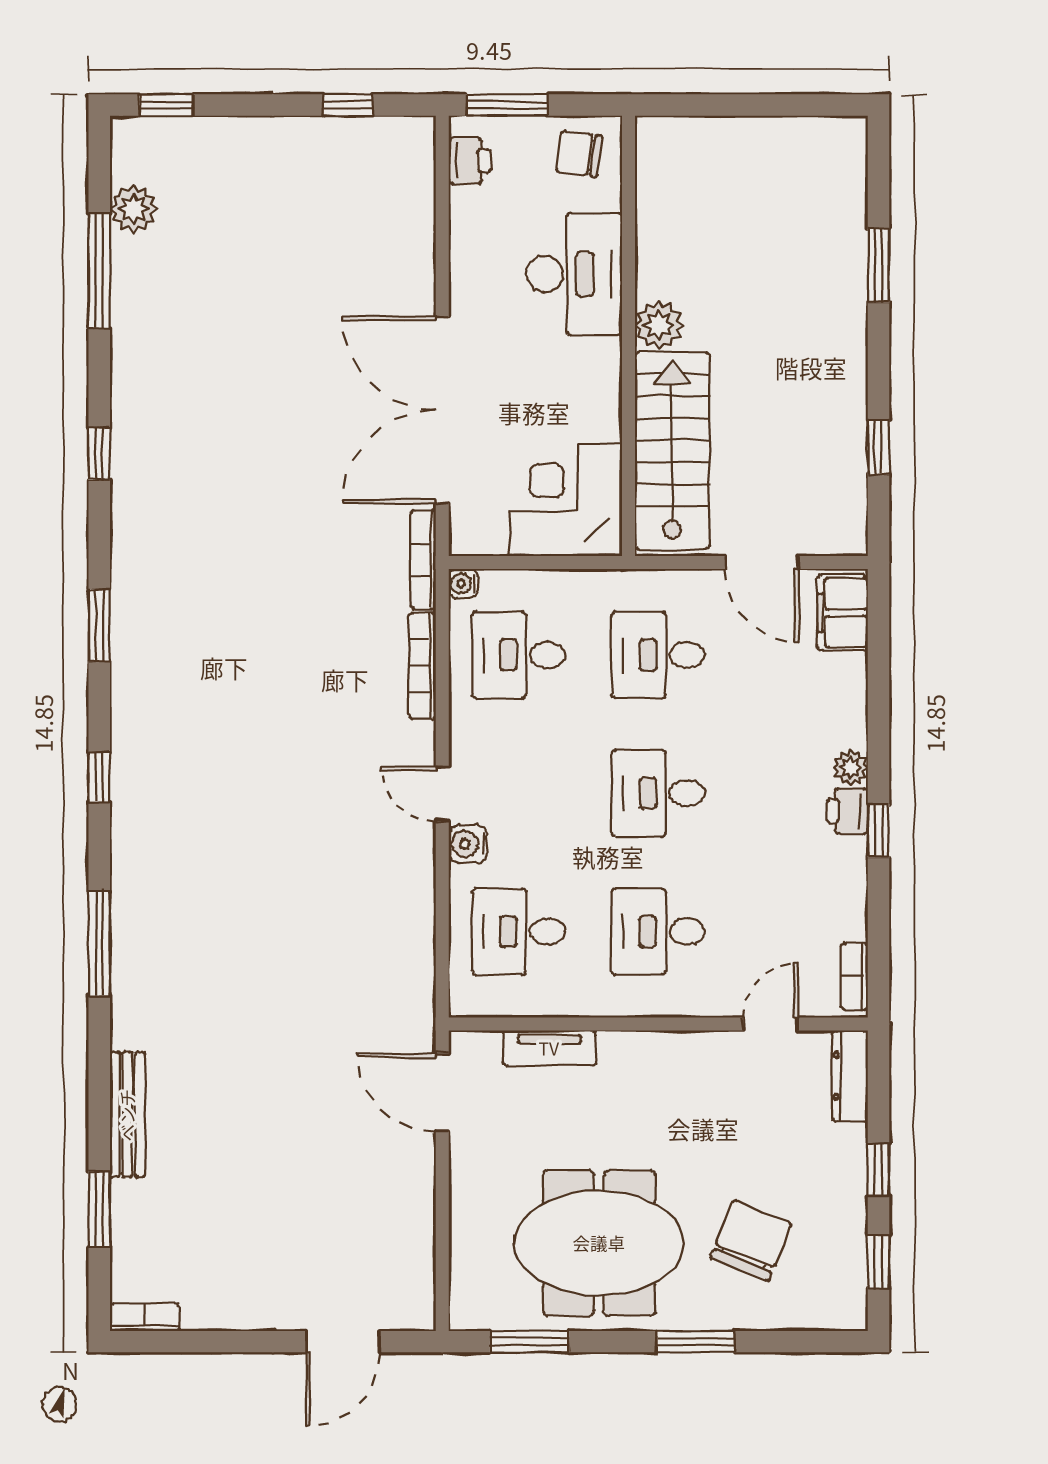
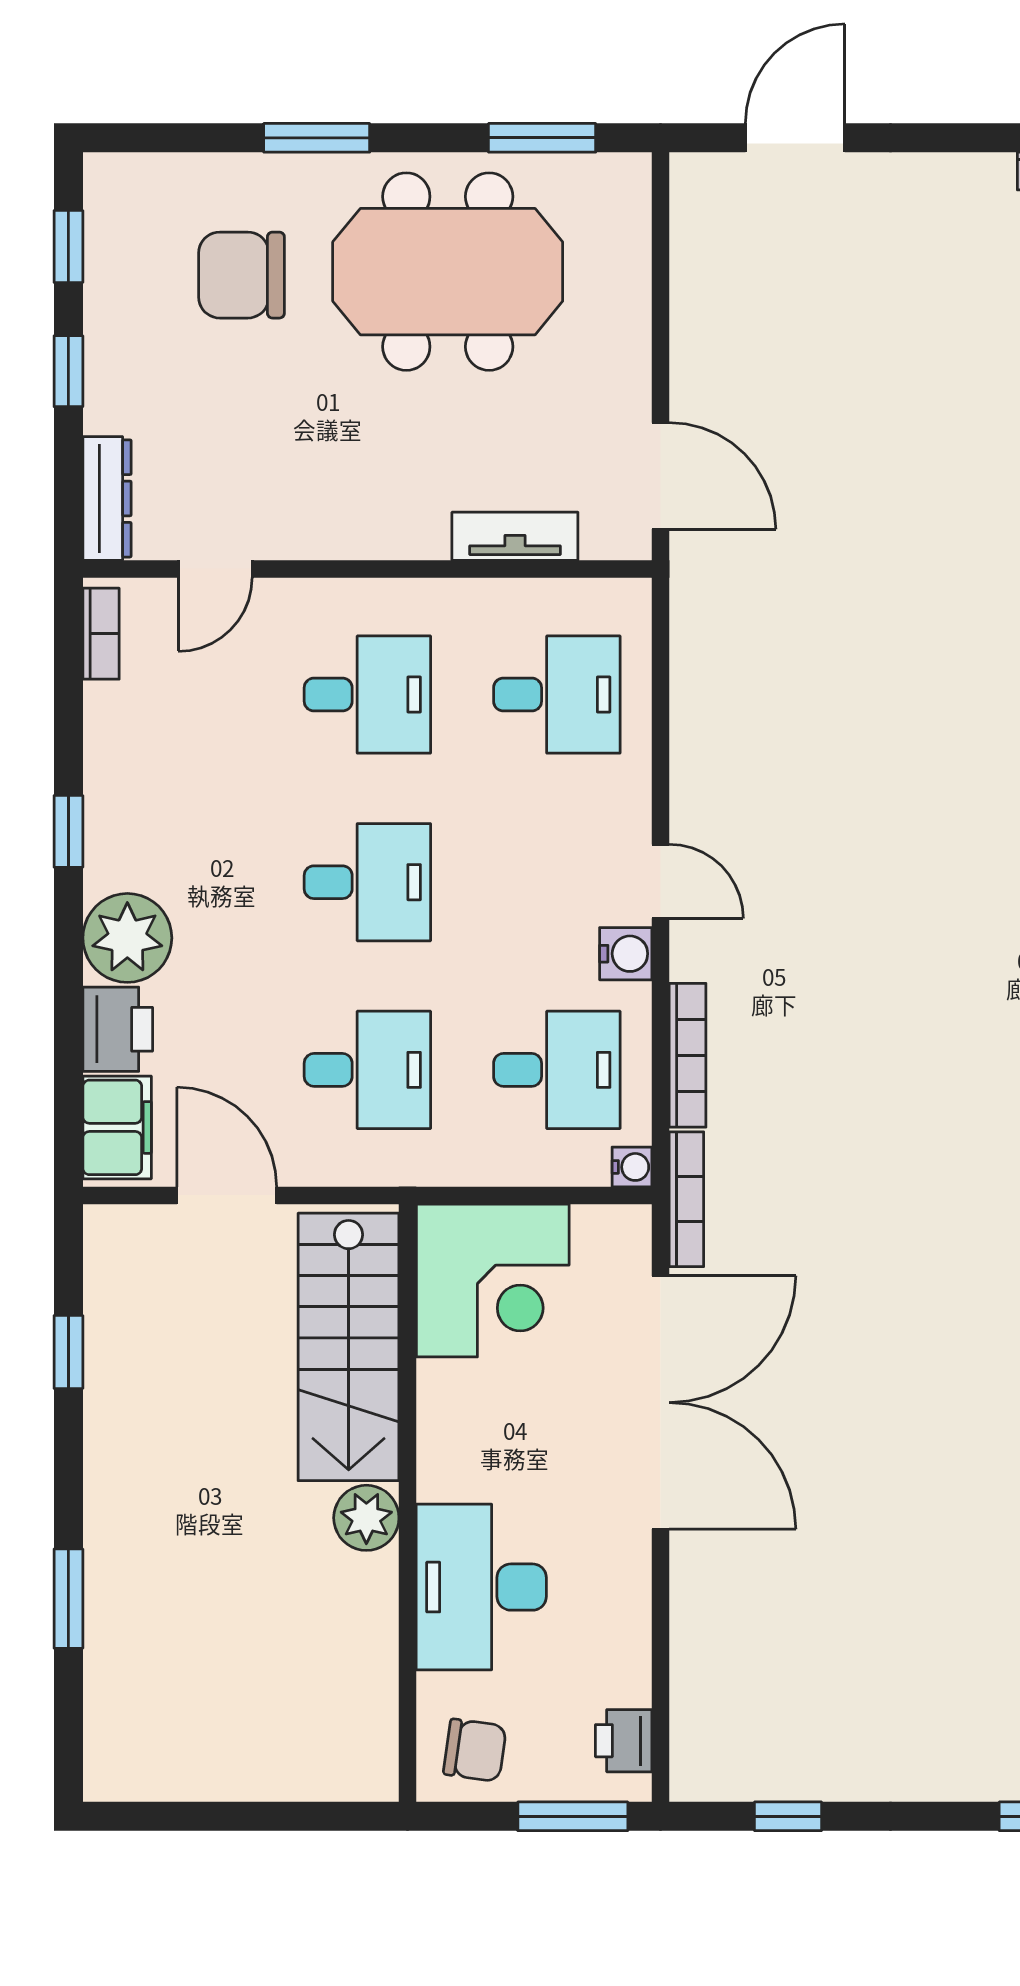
plant: (850, 767) -> (127, 938), width x1.88, depth x1.88
printer: (847, 811) -> (118, 1029), moved, width x1.36, depth x1.24
water cooler: (468, 844) -> (626, 954), moved
chair: (751, 1241) -> (242, 275), turned 68

